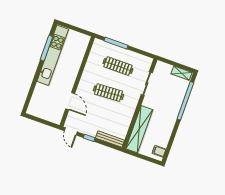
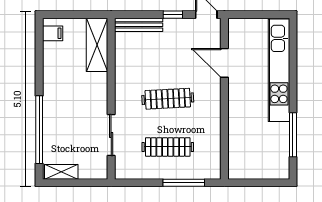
kitchen unit: (53, 55) -> (279, 70), moved
shelving: (139, 129) -> (97, 45), width x0.68

